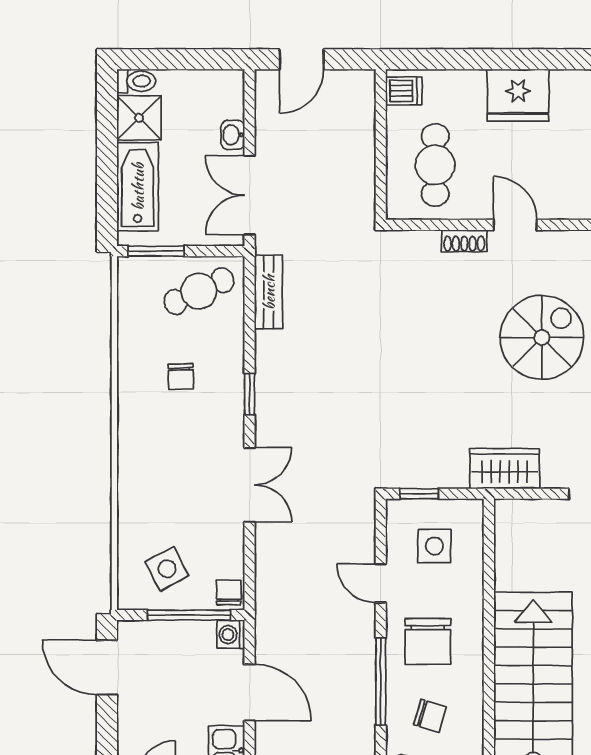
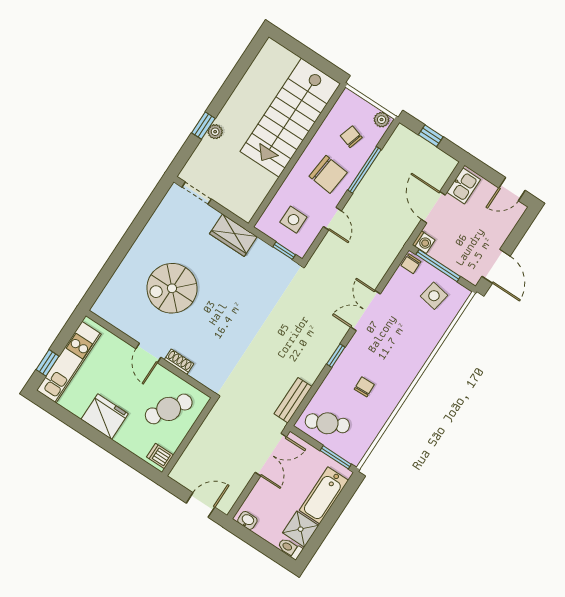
washbasin: (233, 135) -> (247, 520), moved, turned -90
cafe table: (435, 165) -> (169, 409), turned 33
side table: (167, 569) -> (434, 296), turned 38
chair: (428, 642) -> (328, 174), turned 96

